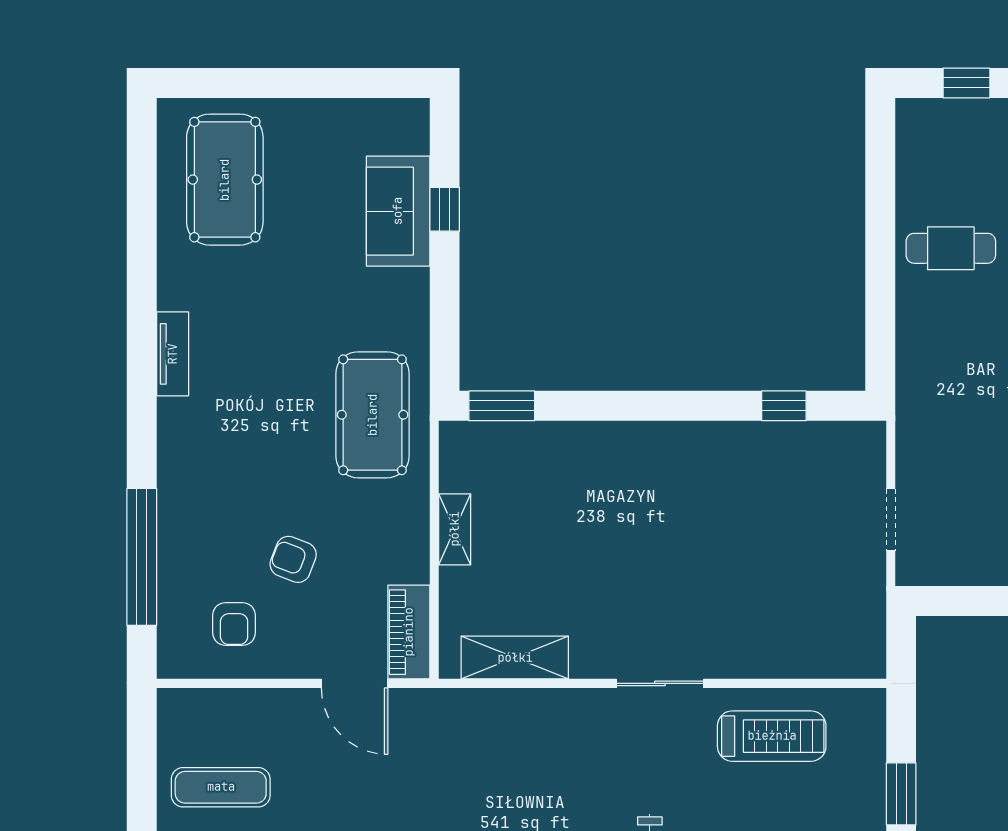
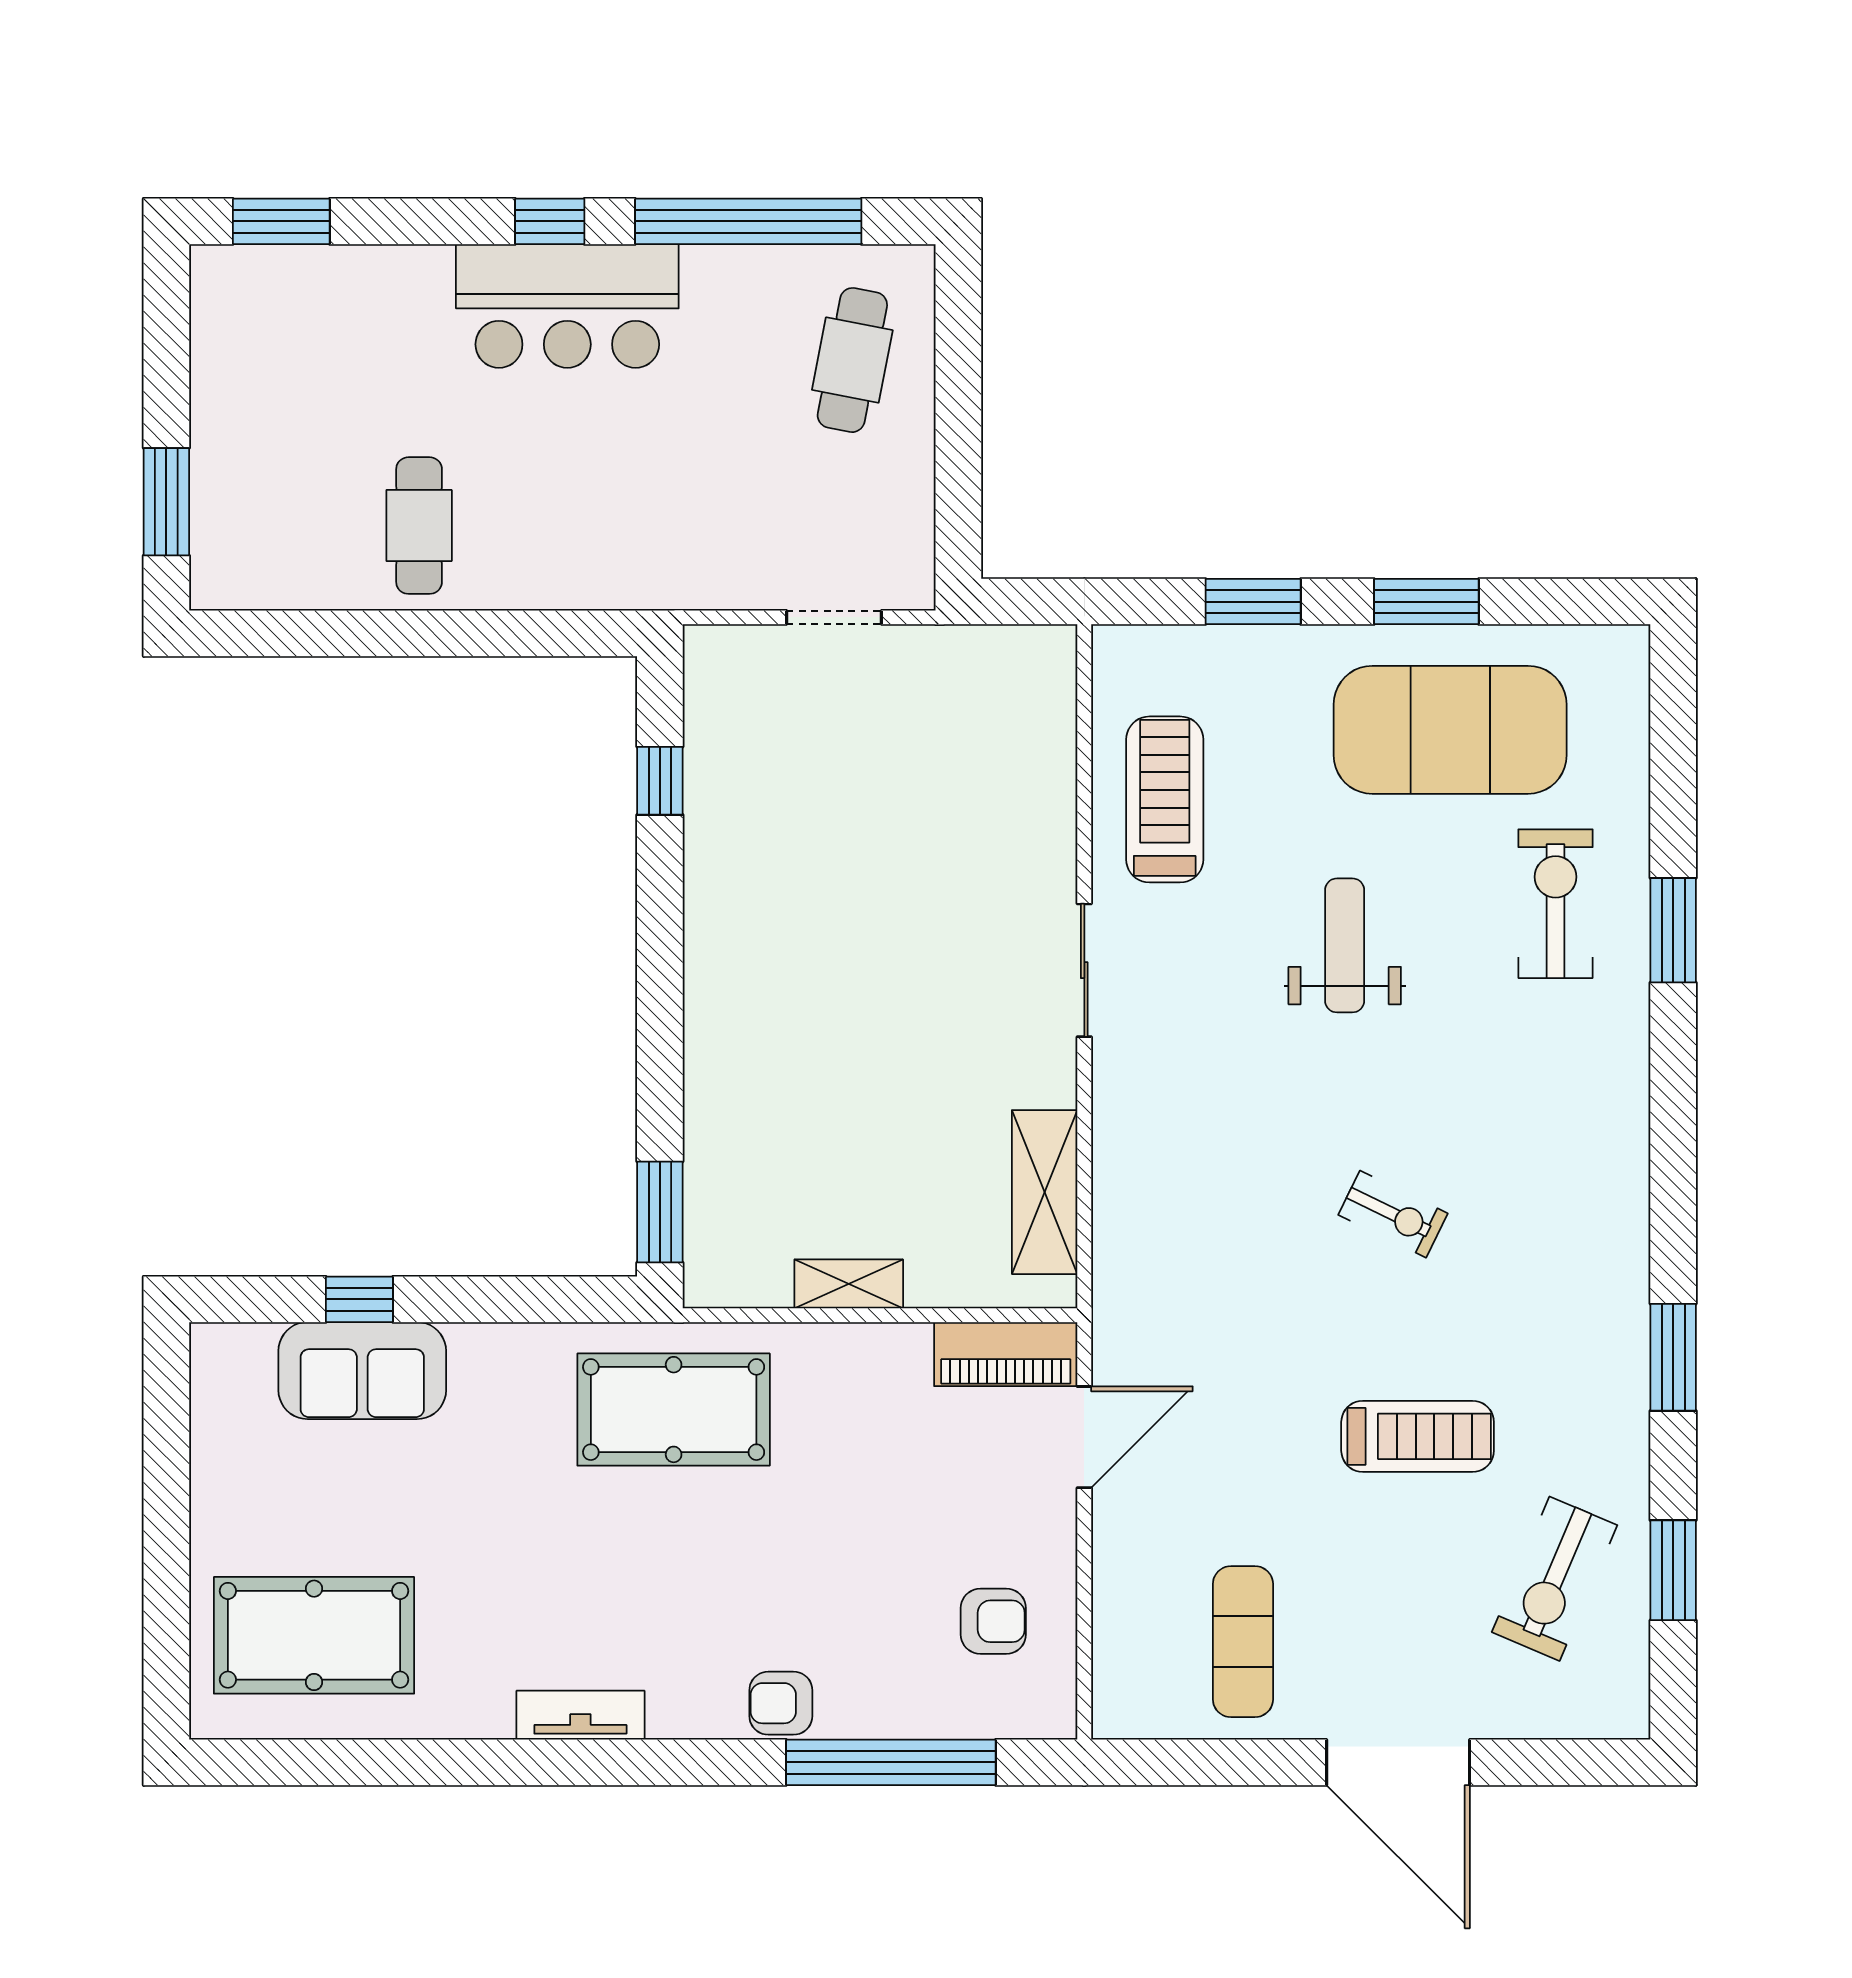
window: (966, 83) -> (166, 502), width x1.50
armchair: (293, 559) -> (781, 1703), moved, turned 69

